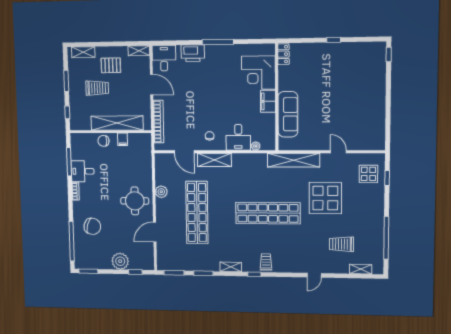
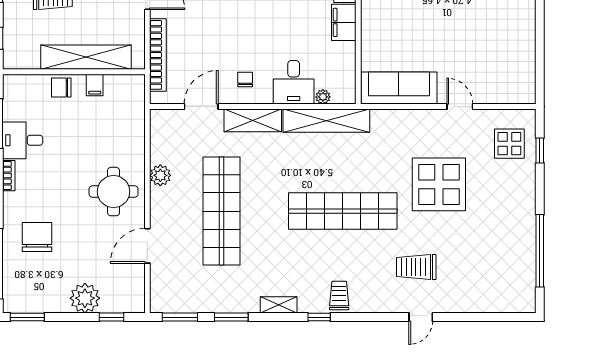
sofa: (288, 114) -> (399, 88), moved, turned -90
door: (184, 152) -> (201, 107), swing flipped
shelving: (293, 160) -> (326, 121), moved
chair: (92, 226) -> (37, 237), turned -105
trolley: (342, 244) -> (416, 267), moved
shelving: (361, 269) -> (498, 305), removed

